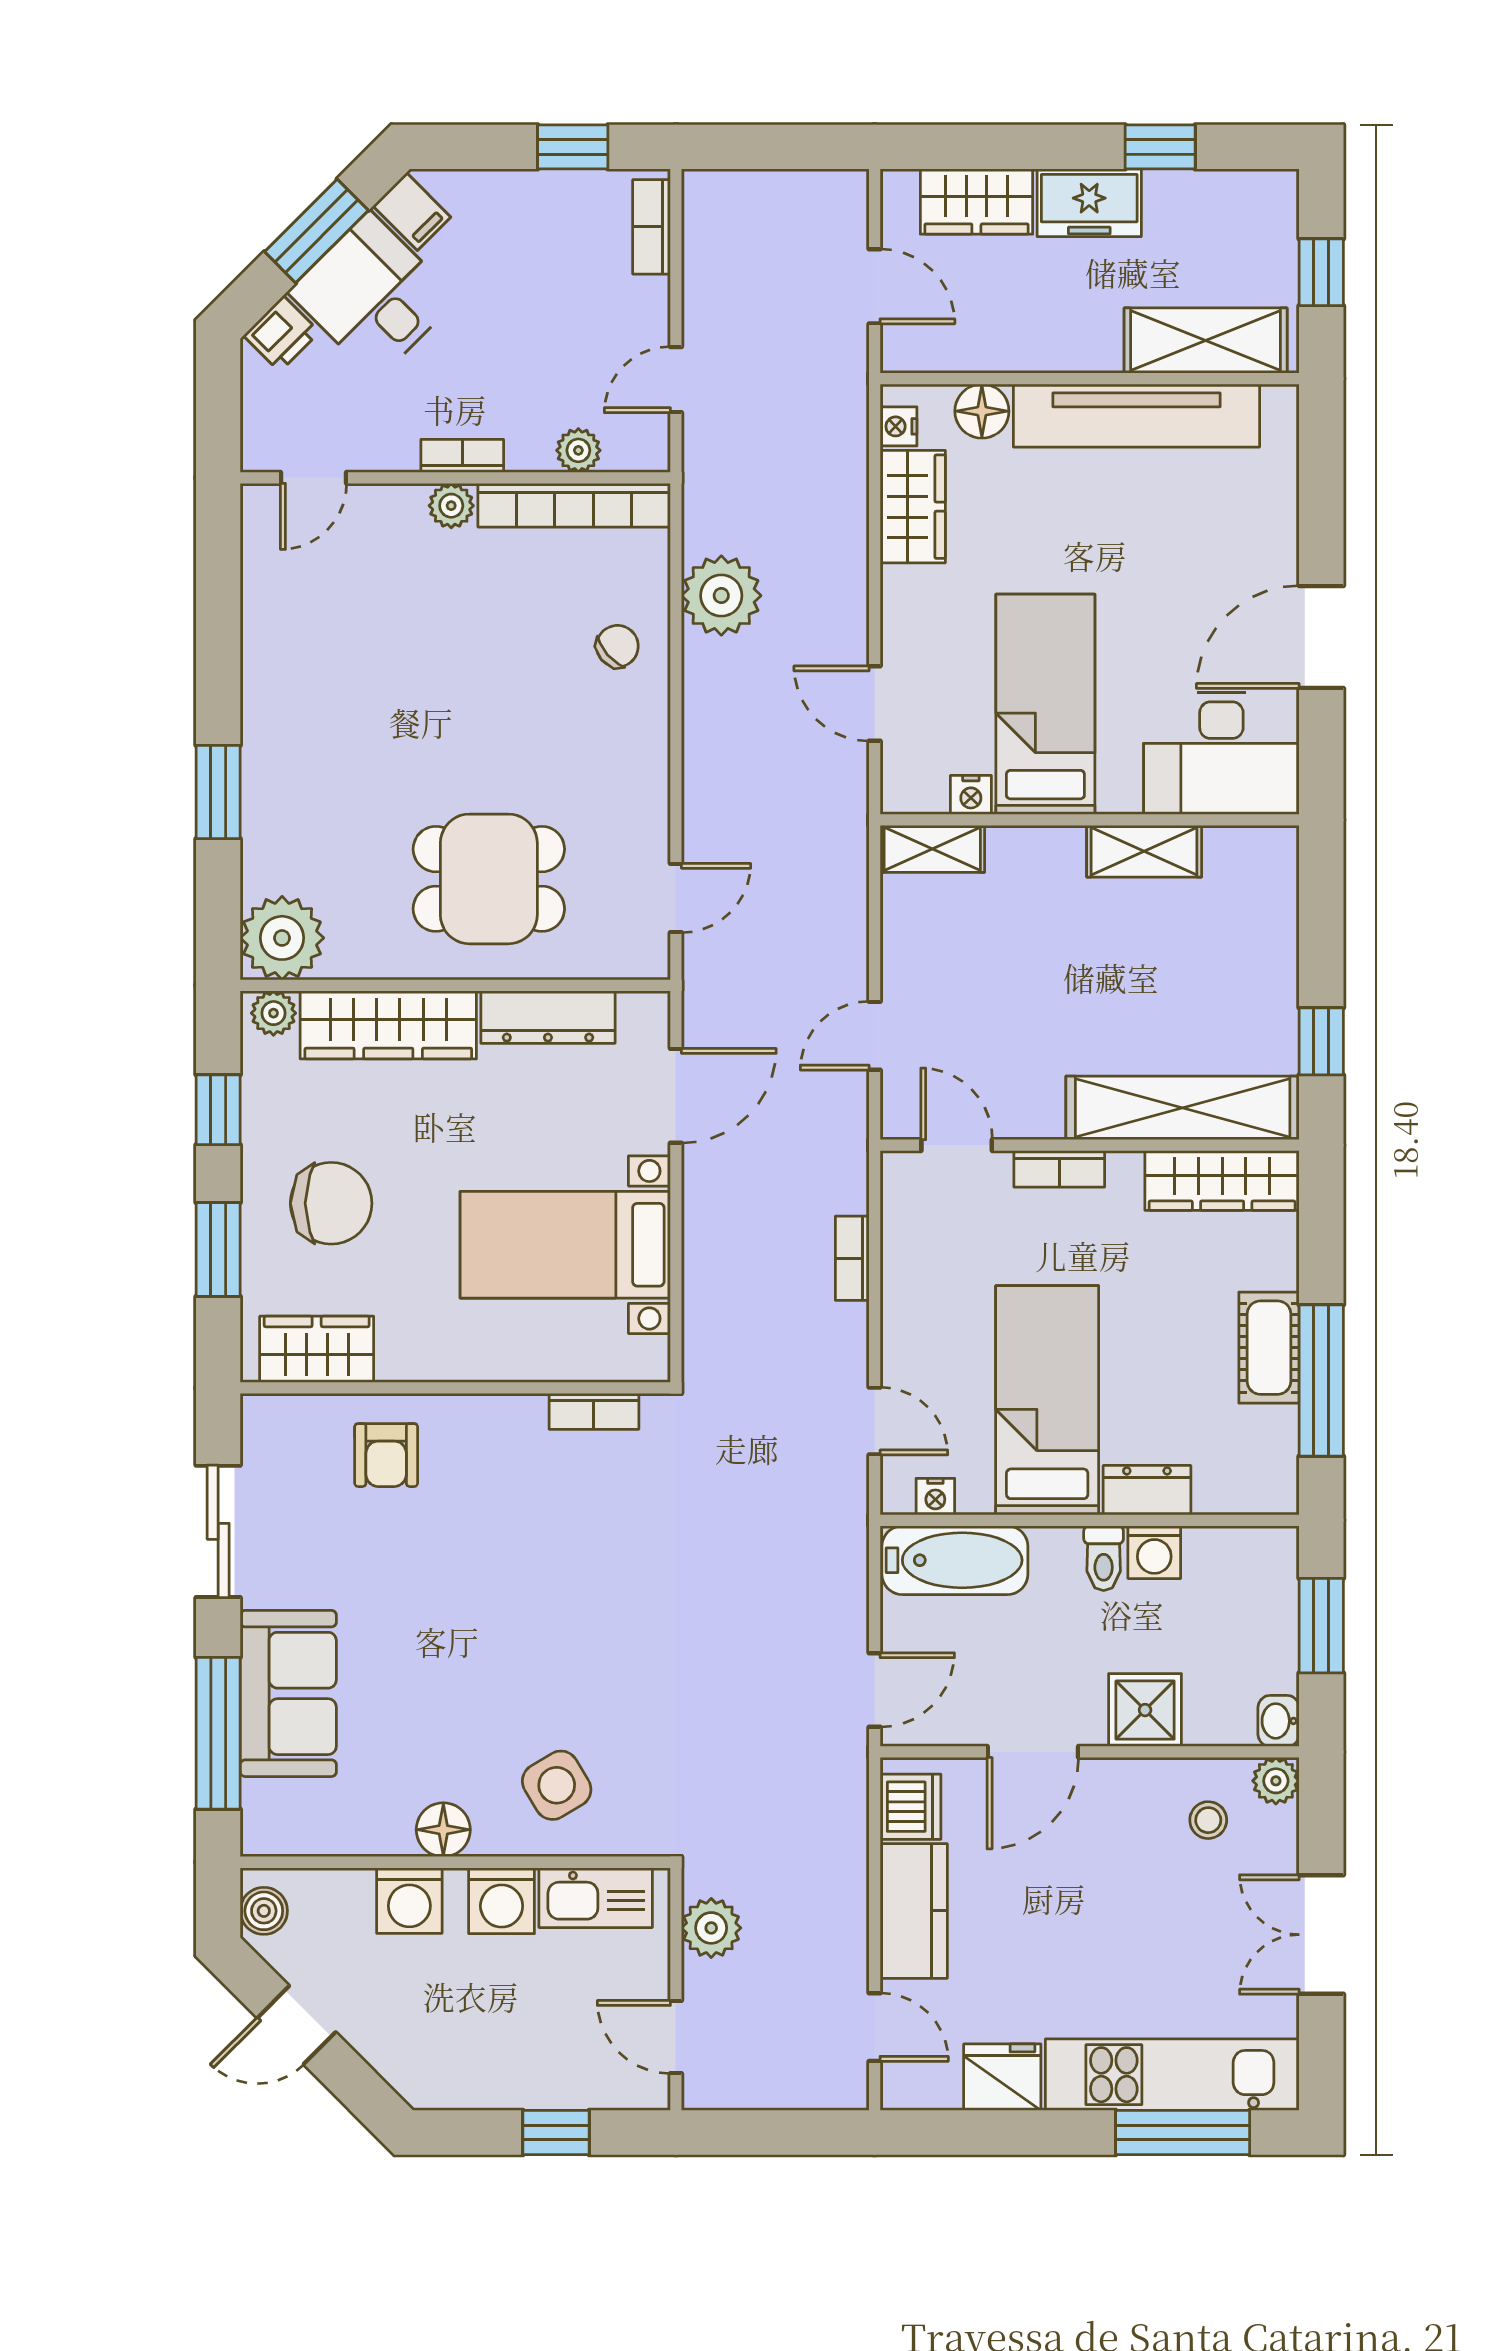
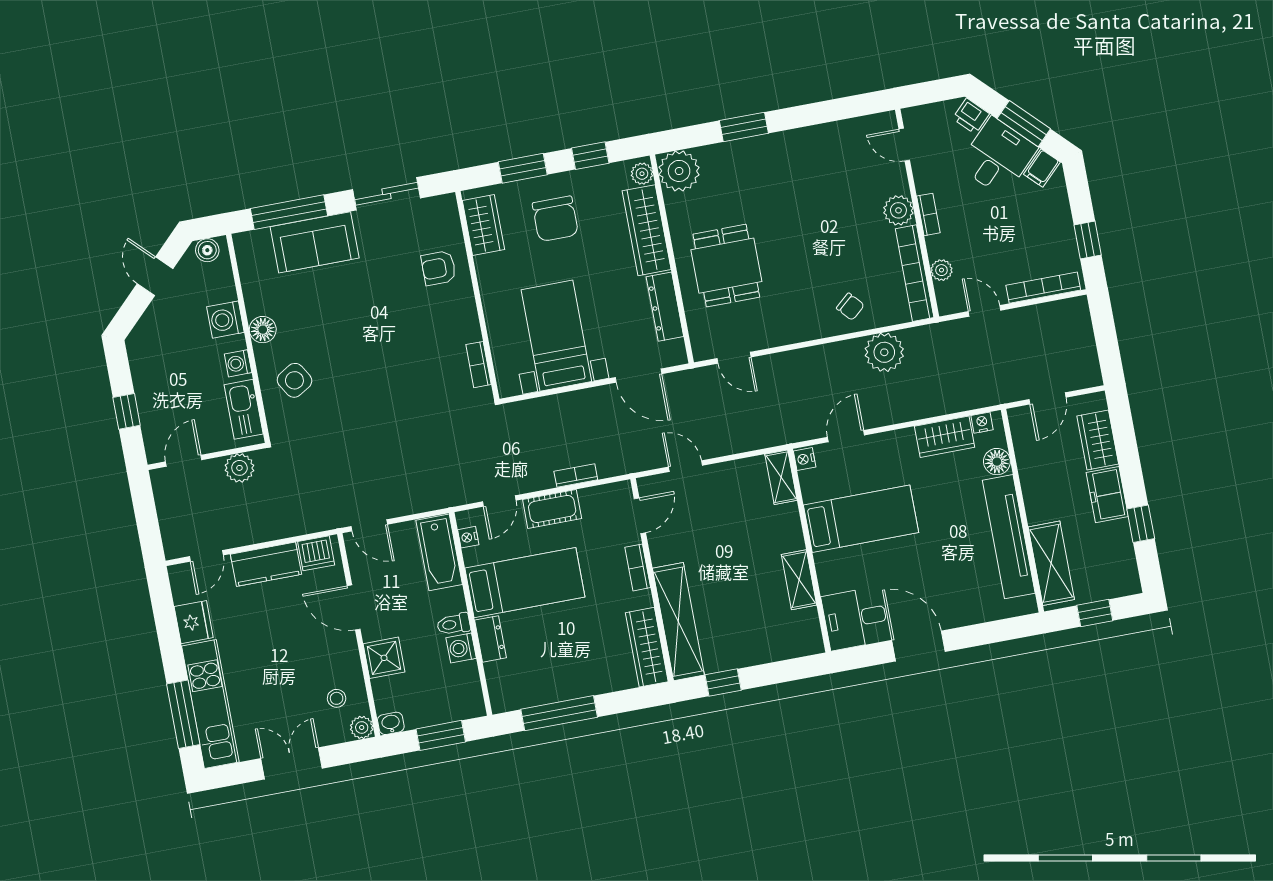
bookcase: (652, 227) -> (1043, 288), width x1.56
plant: (451, 506) -> (898, 210), width x1.38, depth x1.38
desk: (1221, 753) -> (855, 618), width x0.73
nightstand: (971, 795) -> (805, 459), moved
cot: (1269, 1348) -> (552, 509), moved
washing machine: (502, 1901) -> (238, 363), width x0.73, depth x0.73

